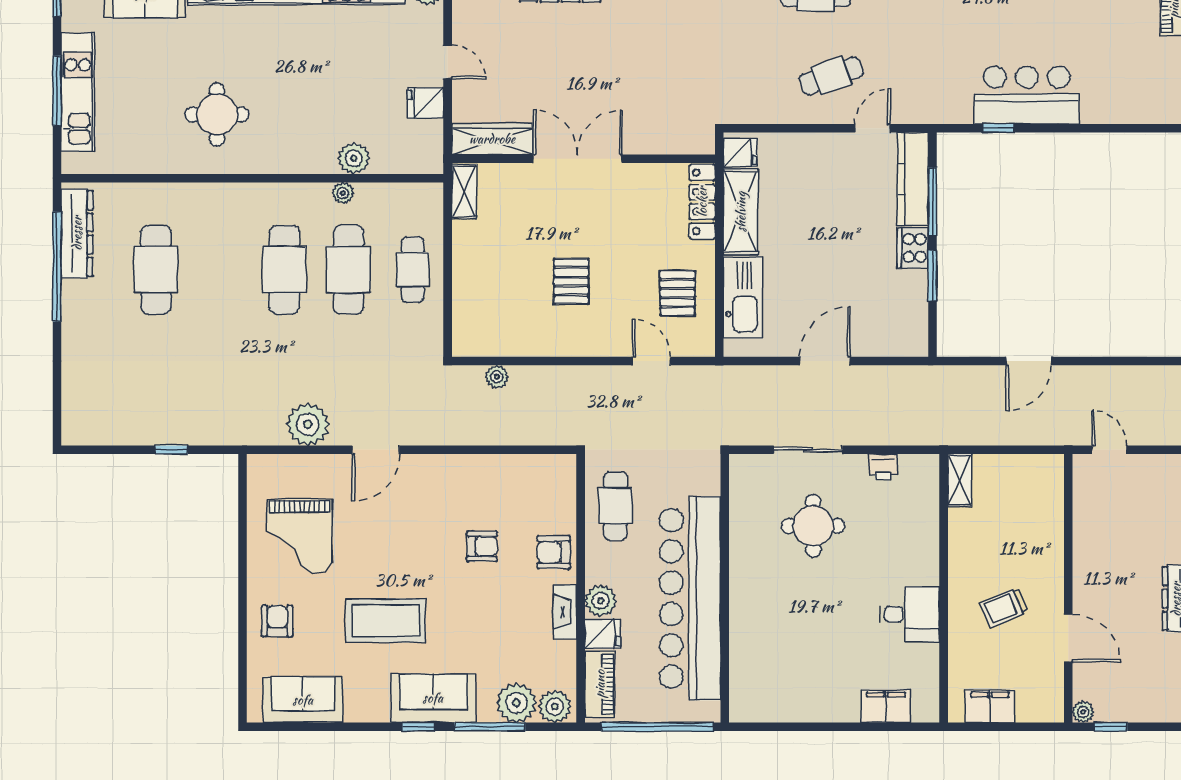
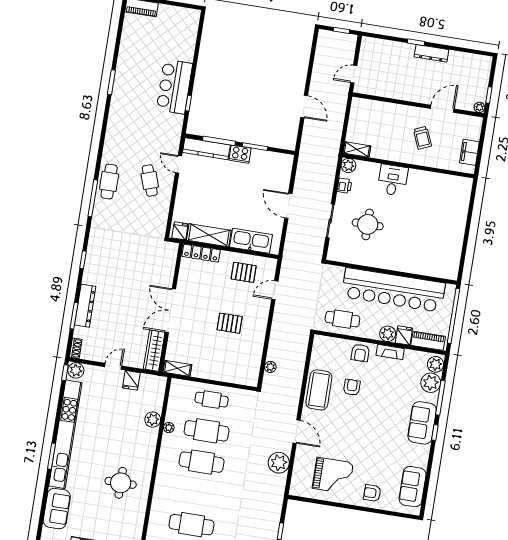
plant: (925, 469) -> (348, 165), added
desk: (910, 614) -> (393, 180), moved
coffee table: (386, 621) -> (319, 390), moved
filing cabinet: (886, 706) -> (461, 203), removed

